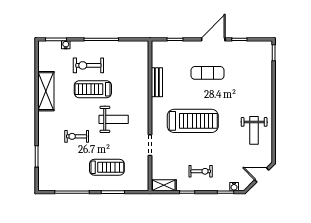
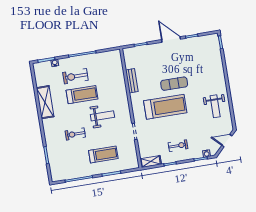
door: (213, 39) -> (171, 39), hinge flipped
exercise mat: (208, 73) -> (174, 84), moved
treadmill: (93, 89) -> (82, 95), turned 180

